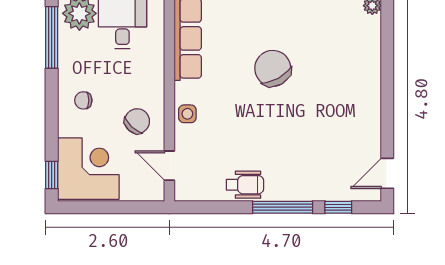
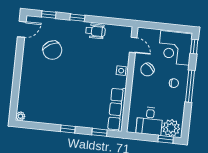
window: (52, 37) -> (190, 86), moved
chair: (273, 68) -> (52, 50), moved
wheelchair: (245, 185) -> (95, 31), turned 180
window: (283, 207) -> (77, 18), width x0.46

